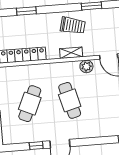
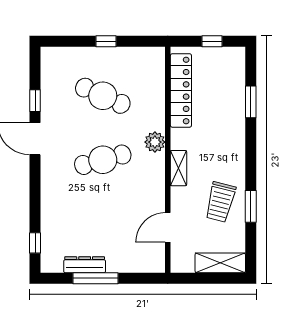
trolley: (73, 26) -> (220, 202), moved
plant: (86, 66) -> (155, 142), moved

